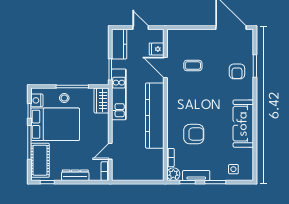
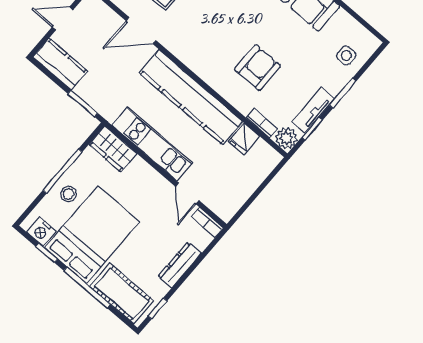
fridge: (157, 49) -> (244, 139), moved
kitchen unit: (119, 94) -> (152, 144), moved

